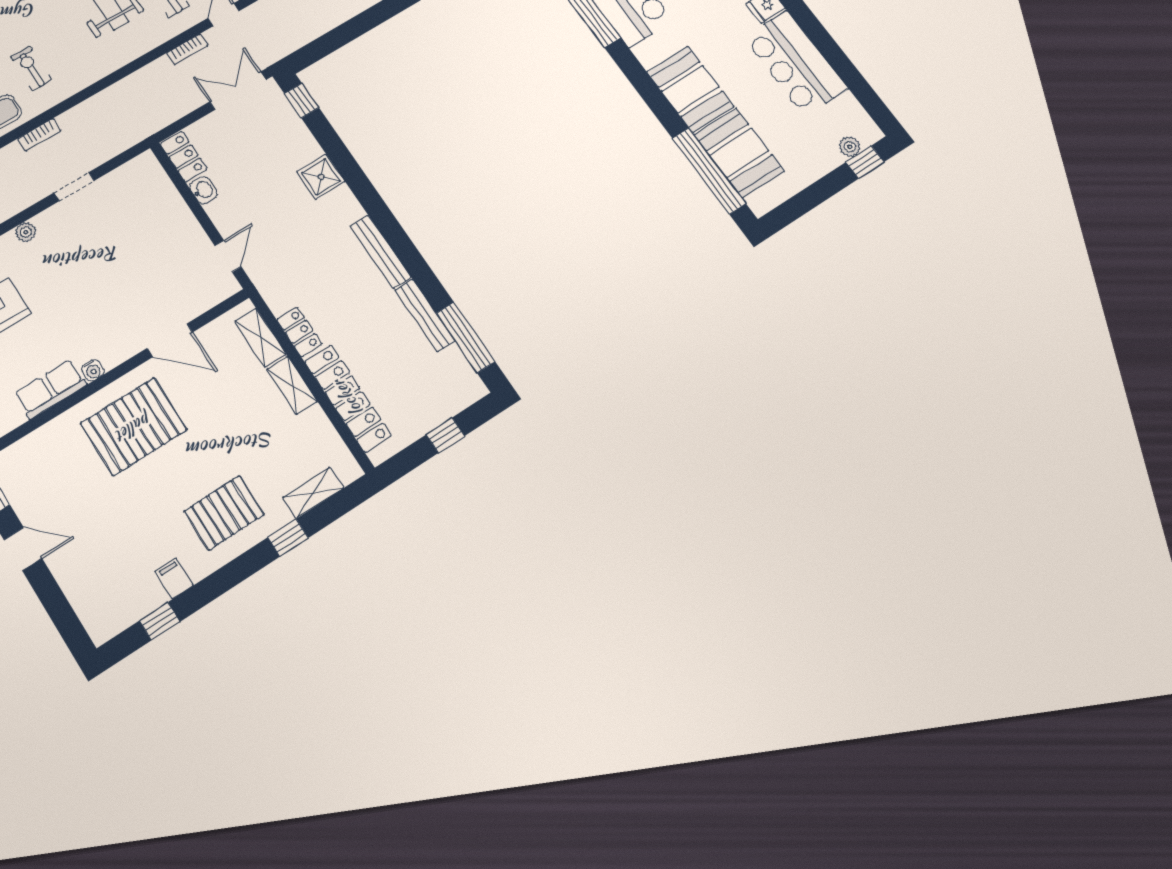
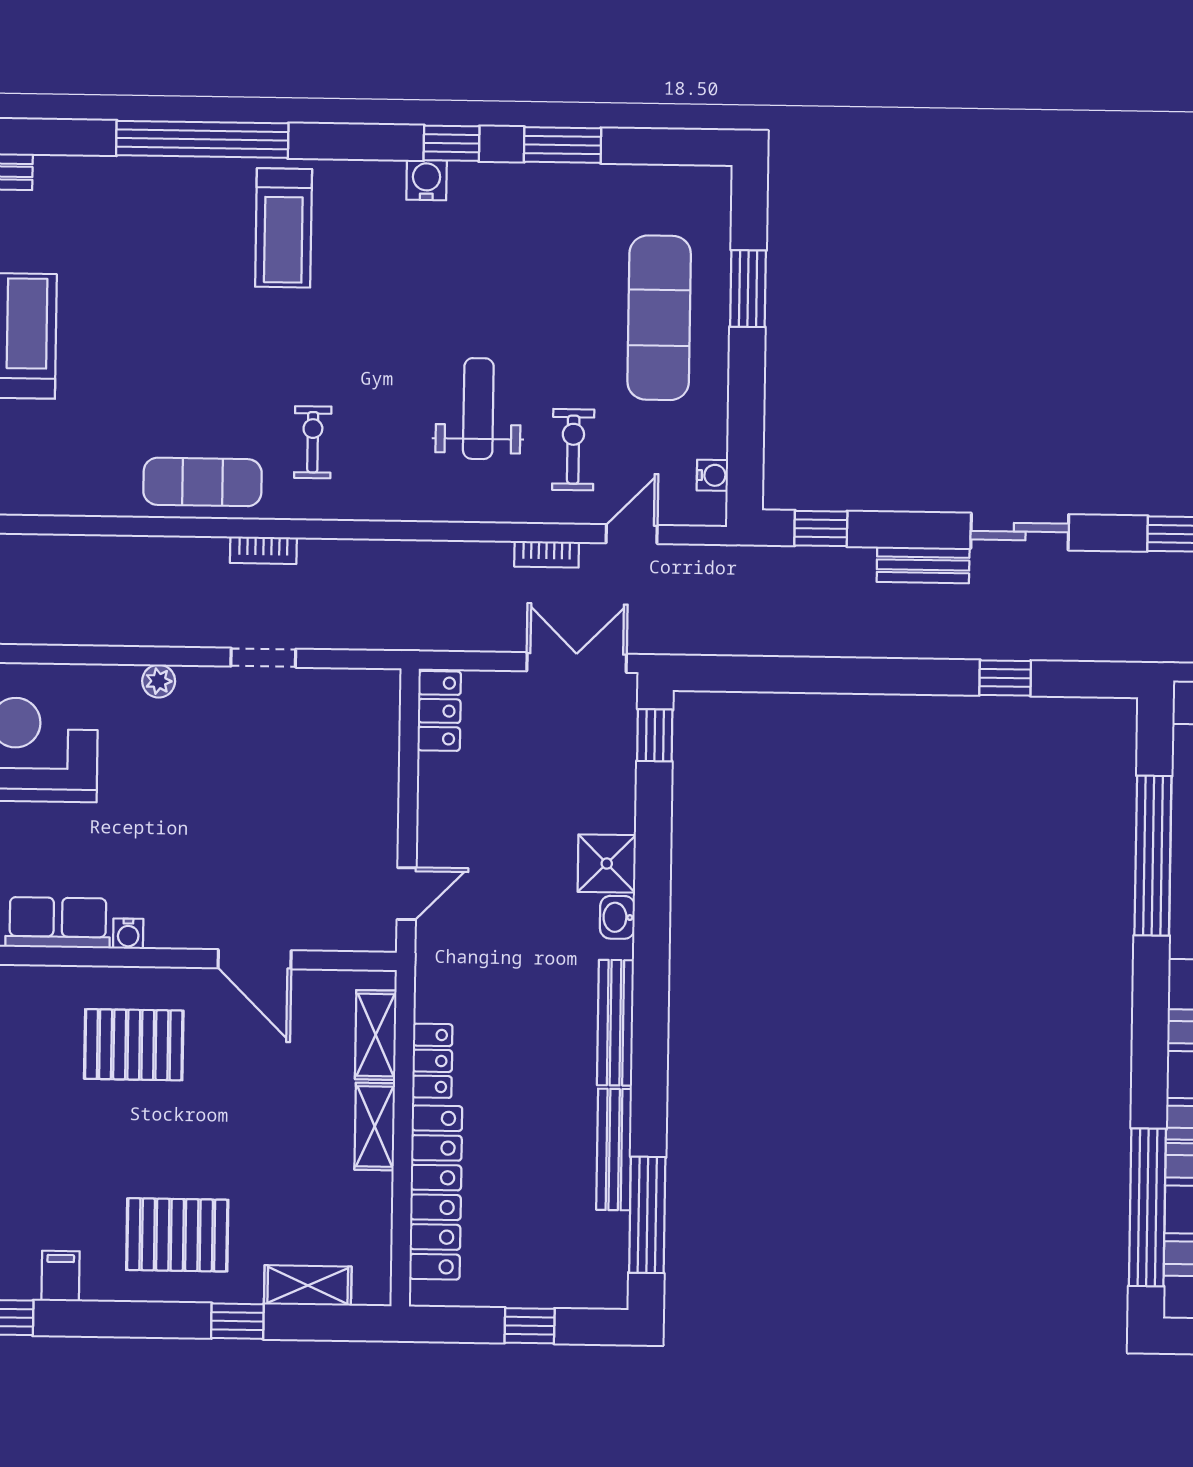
washbasin: (203, 190) -> (617, 917), moved, turned 180
pallet: (134, 427) -> (134, 1045), width x0.73, depth x0.71

